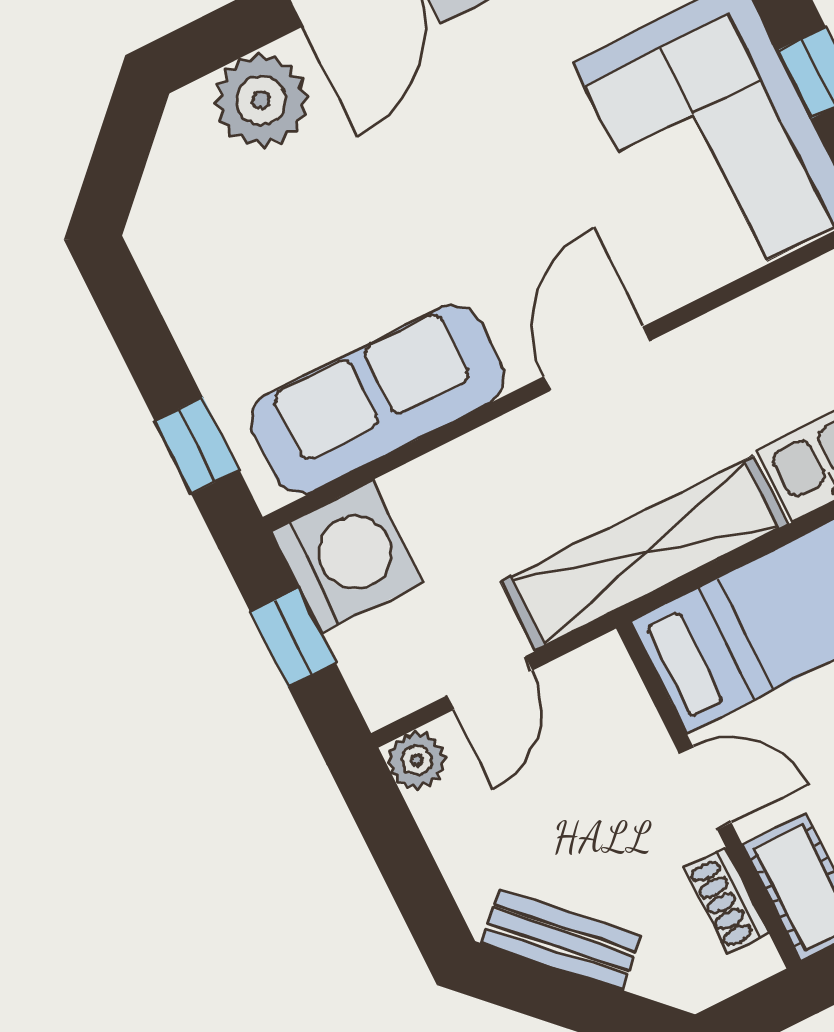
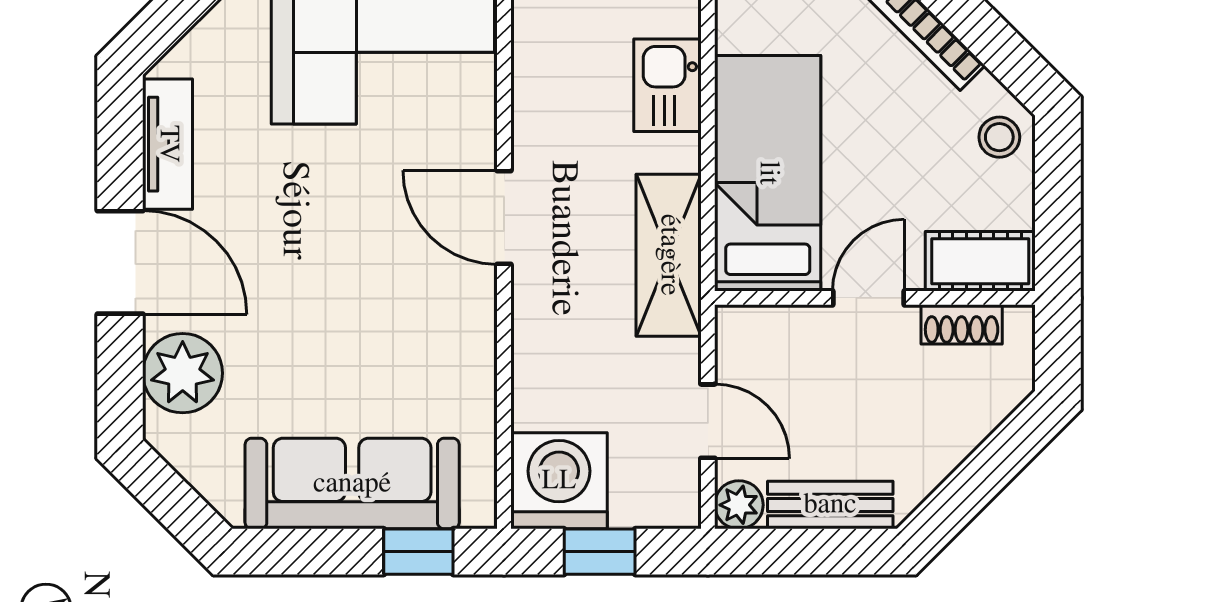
sofa: (378, 399) -> (352, 484), moved, turned 90
shelving: (644, 553) -> (669, 255), width x0.68
bench: (561, 940) -> (830, 505), moved, turned 45

